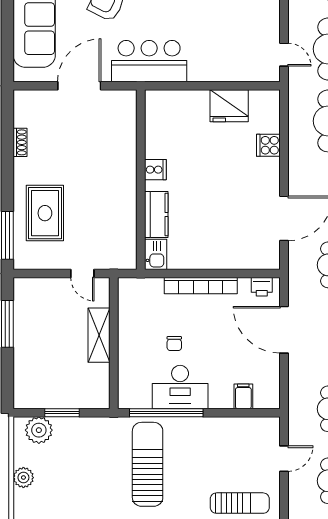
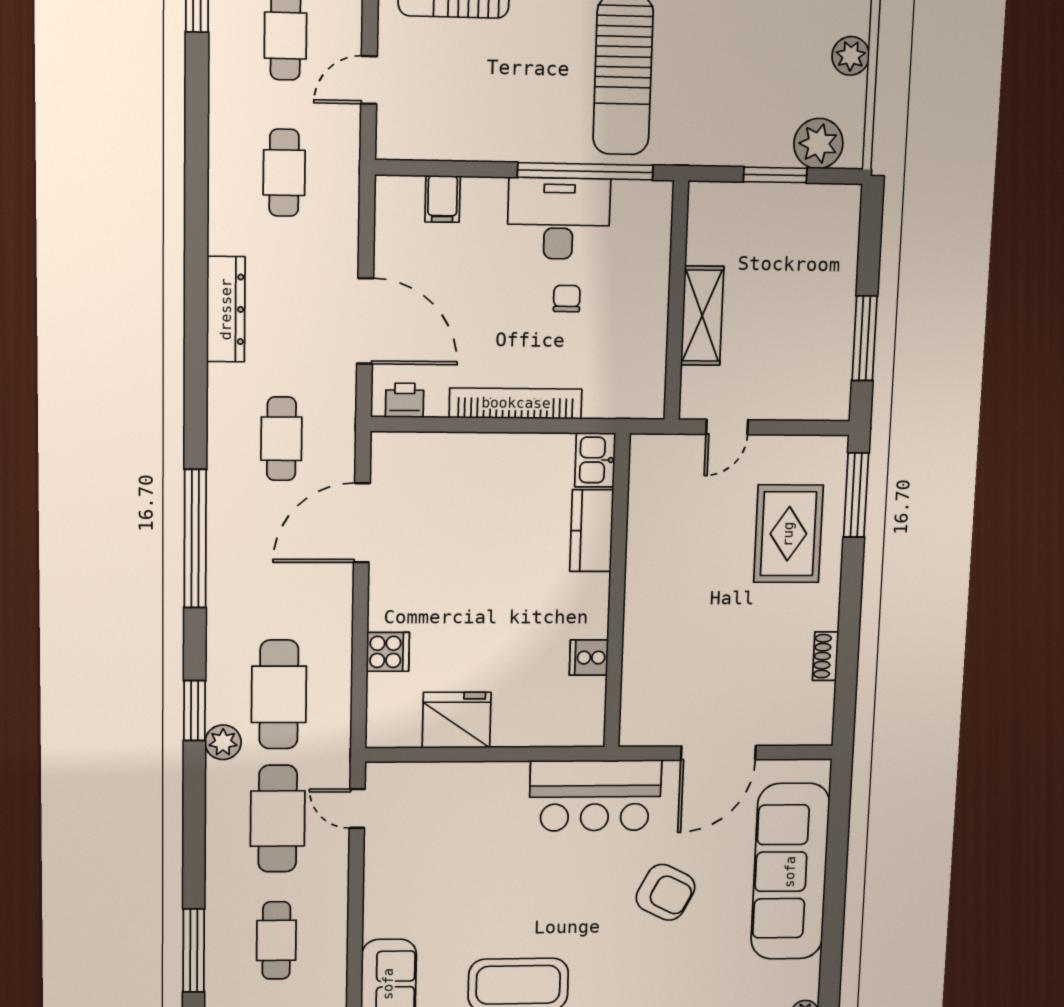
cooker: (155, 170) -> (589, 658), moved
door: (82, 273) -> (727, 427), swing flipped

